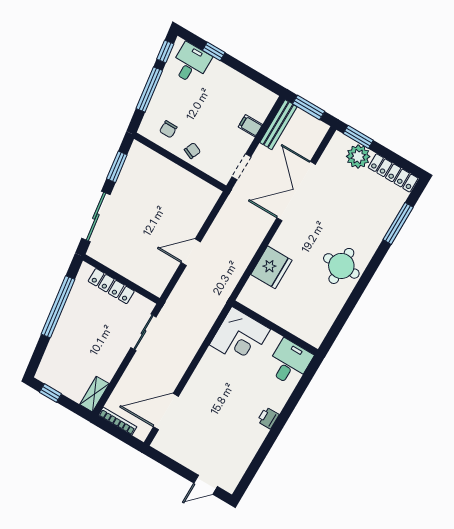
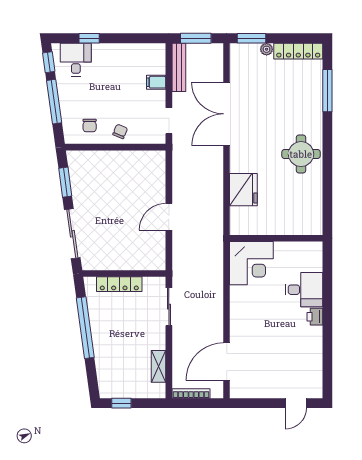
plant: (358, 157) -> (267, 49), width x0.53, depth x0.53
desk: (289, 363) -> (304, 290), moved, turned 90
shelving: (94, 394) -> (159, 366), moved

